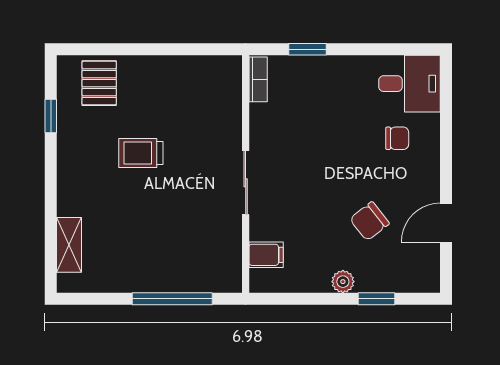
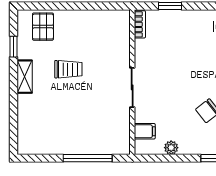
trolley: (141, 153) -> (68, 69), turned 180
shelving: (69, 245) -> (25, 77), moved
plant: (343, 282) -> (171, 148), moved

